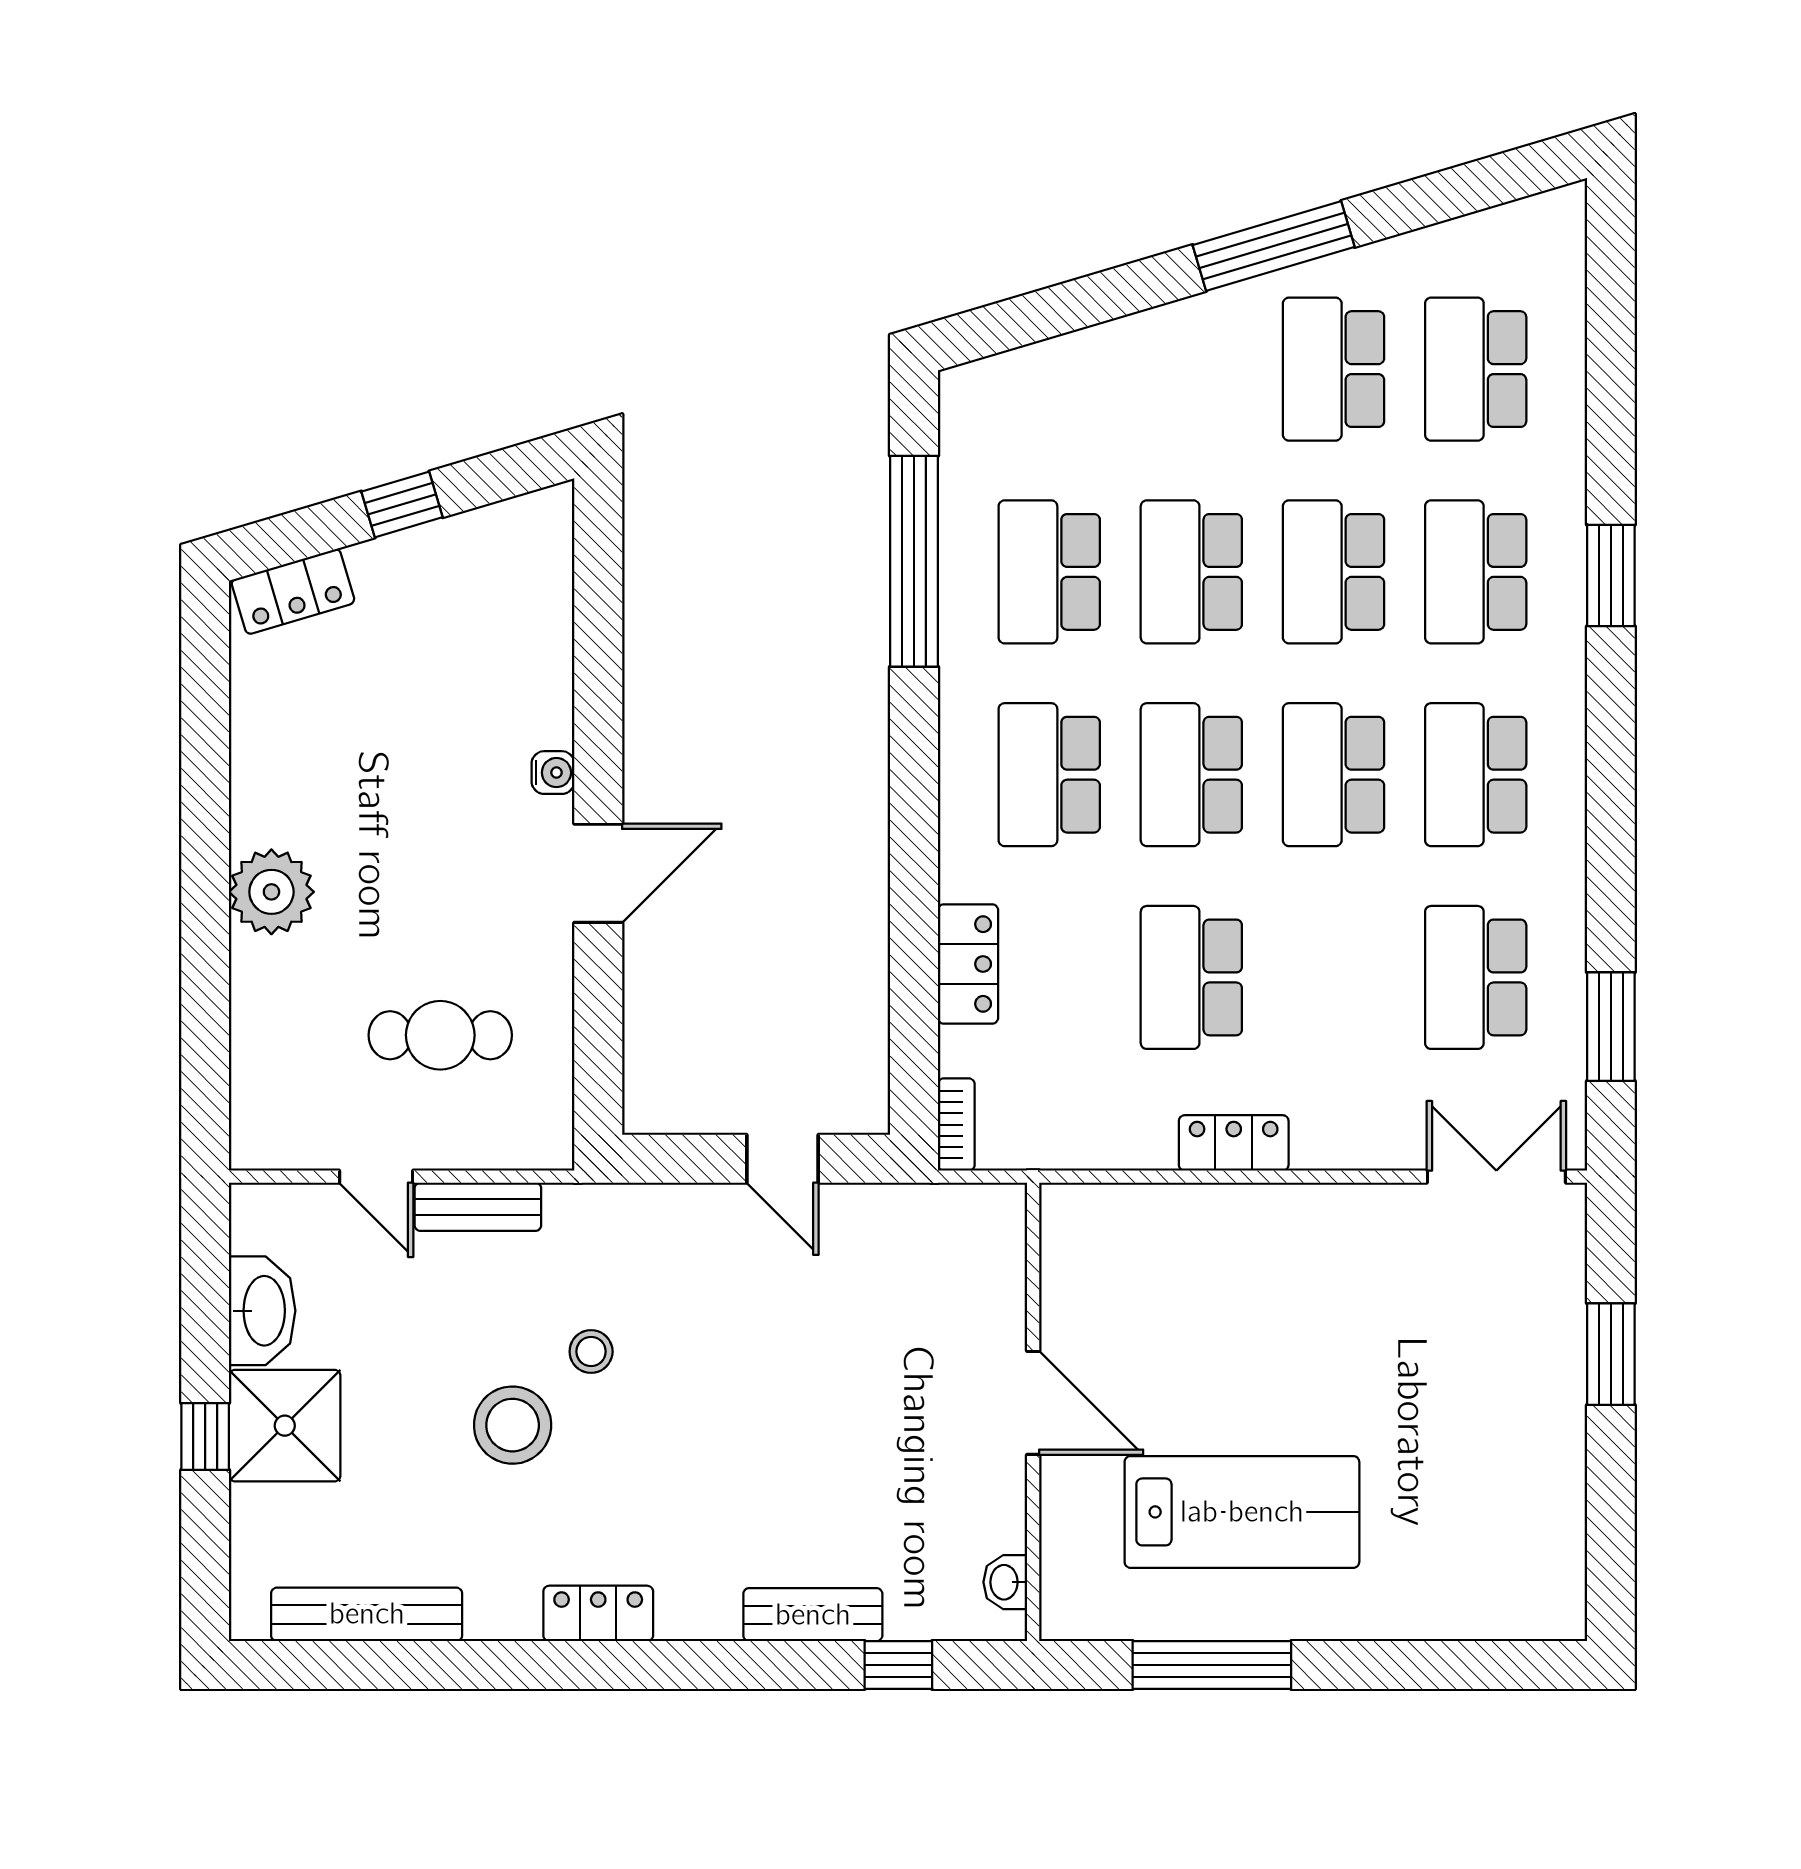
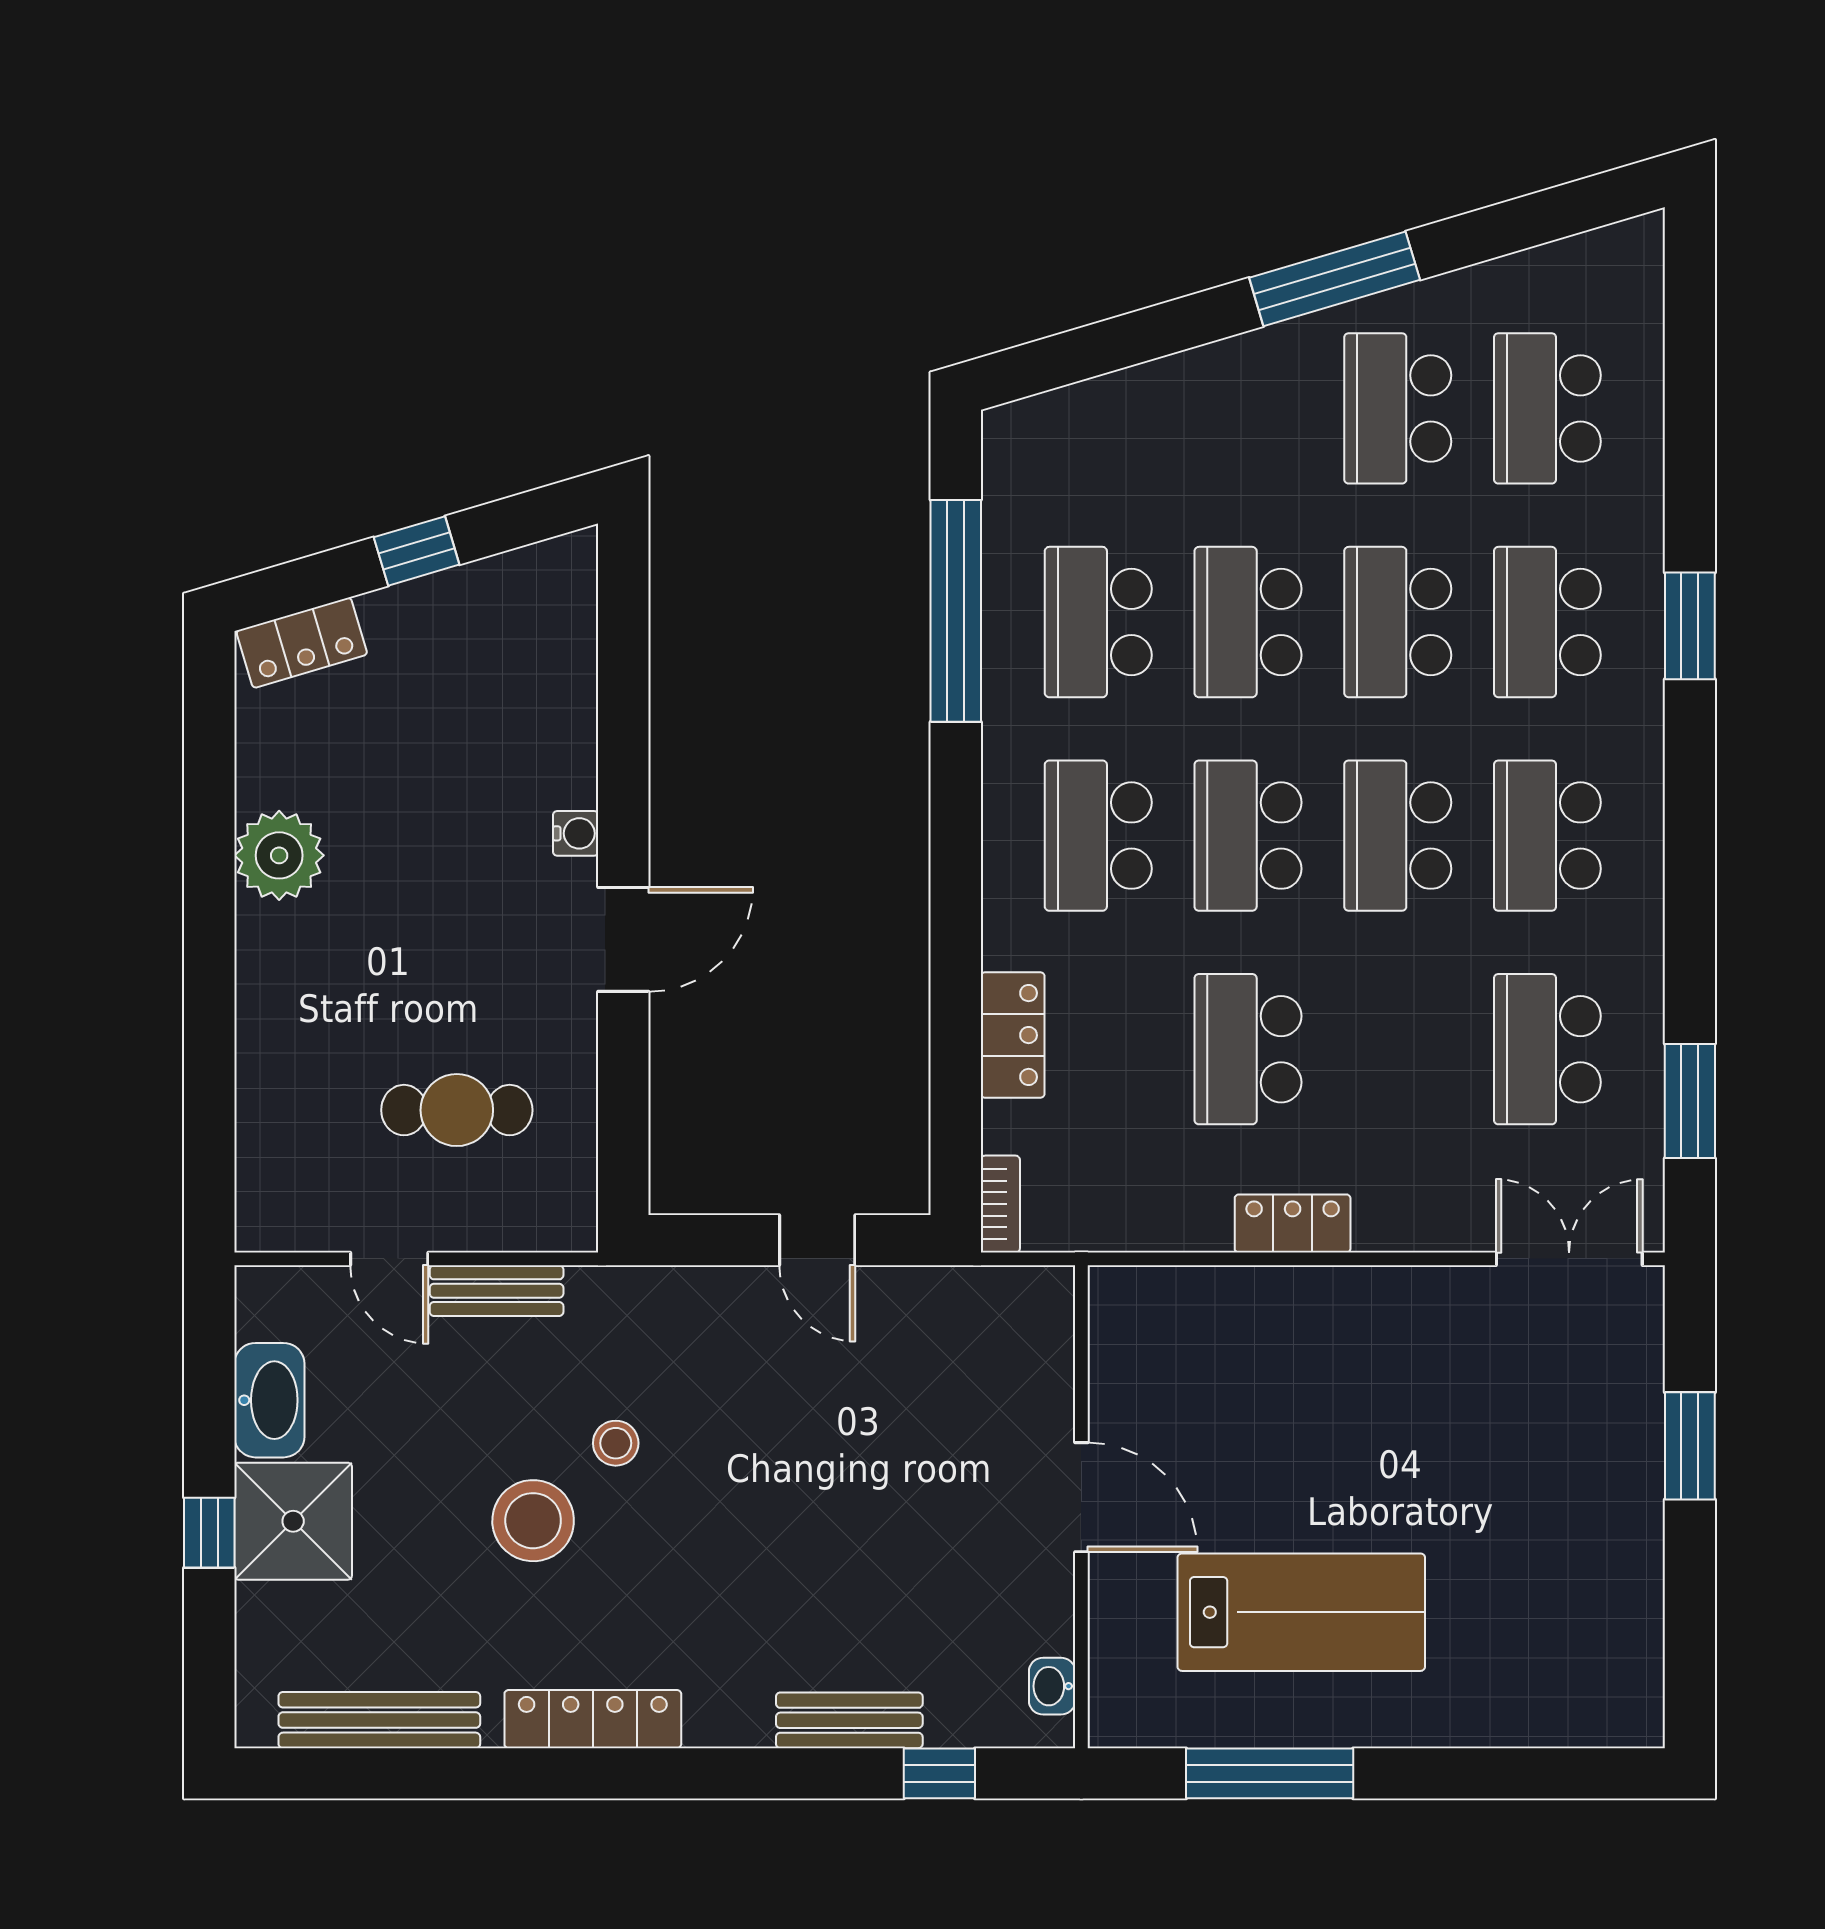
plant: (271, 892) -> (279, 855), moved
locker: (598, 1613) -> (593, 1719), width x1.53

